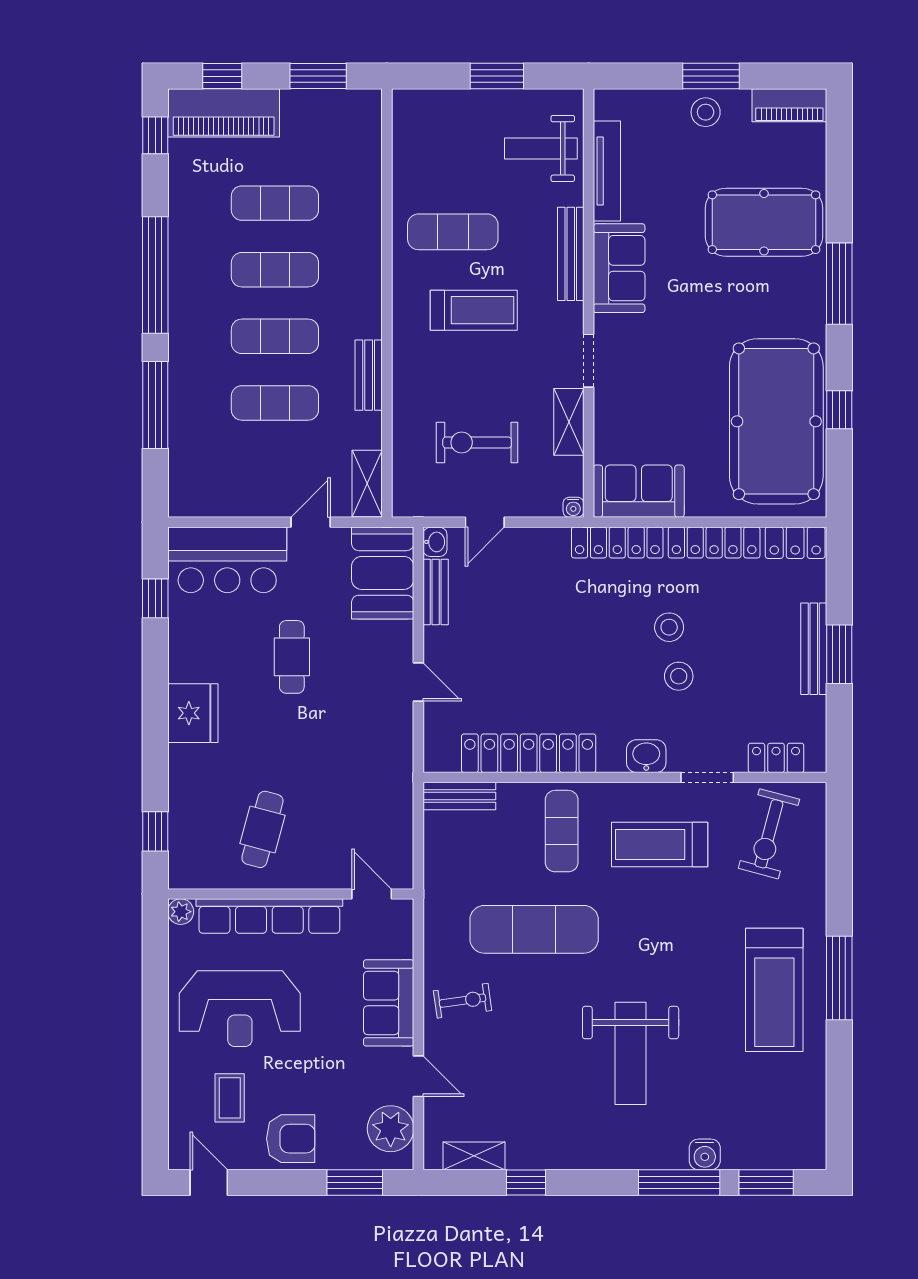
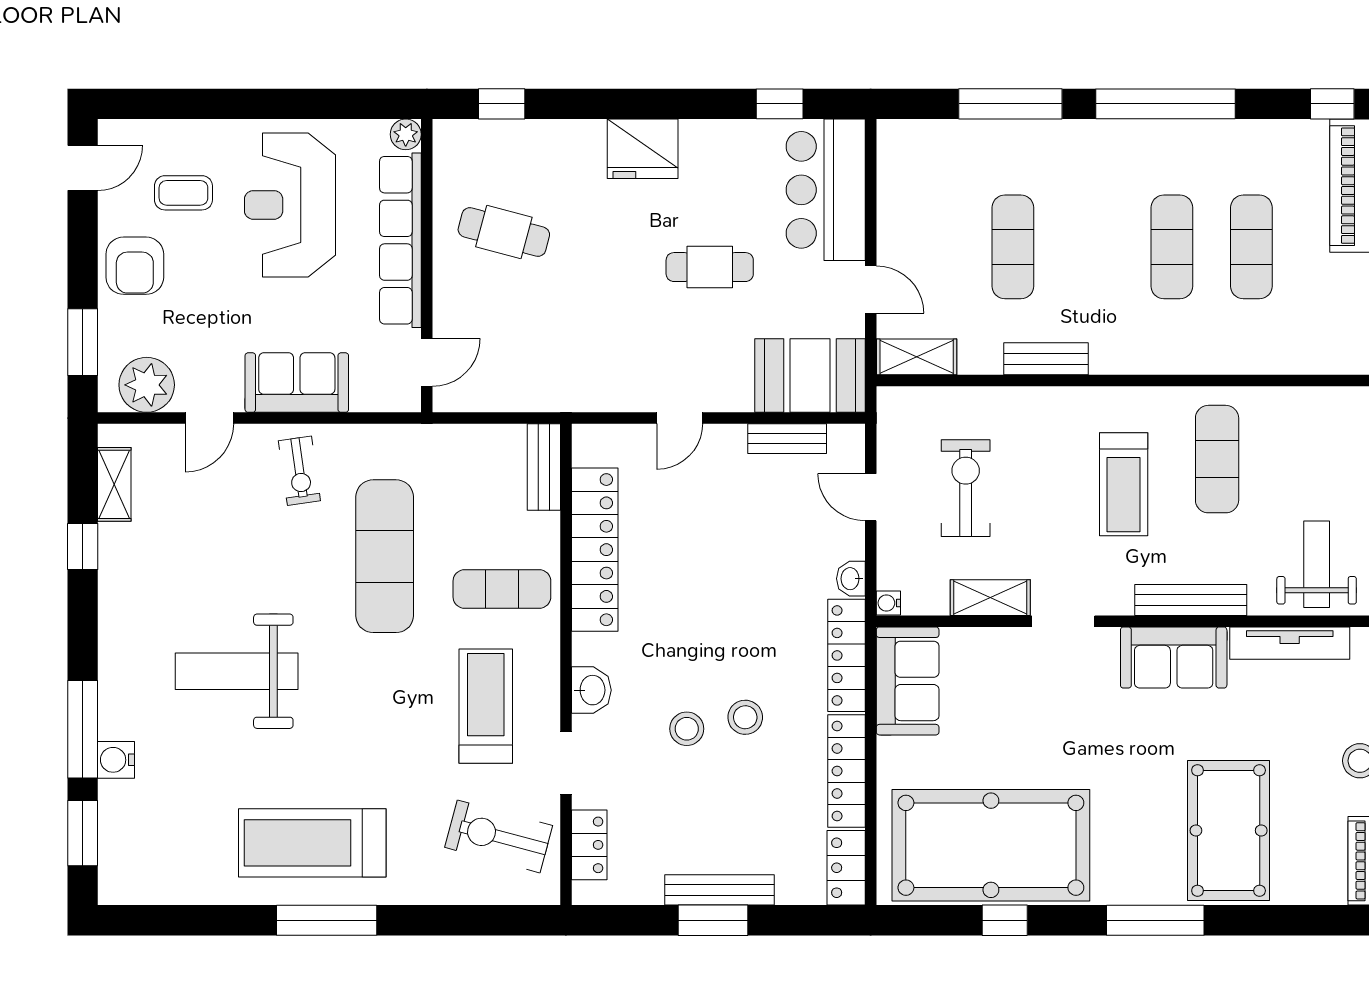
exercise mat: (275, 336) -> (1092, 247), removed
washbasin: (435, 542) -> (851, 579), moved, turned 90

